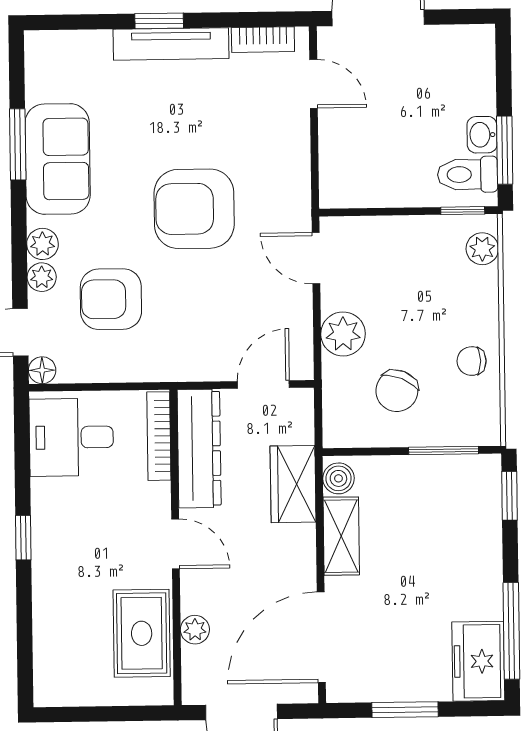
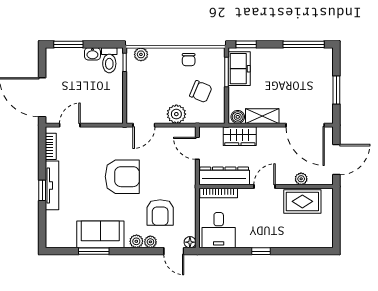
window: (505, 150) -> (68, 44), moved
armchair: (194, 209) -> (122, 177), turned -90
freezer: (478, 661) -> (239, 69), moved, turned -90

